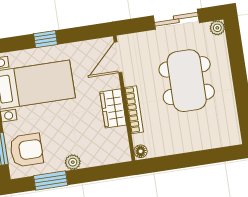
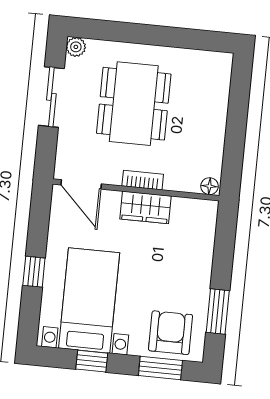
dining table: (187, 81) -> (134, 104), turned 90
bookcase: (134, 110) -> (143, 180), width x0.64
plant: (73, 162) -> (201, 277), removed

